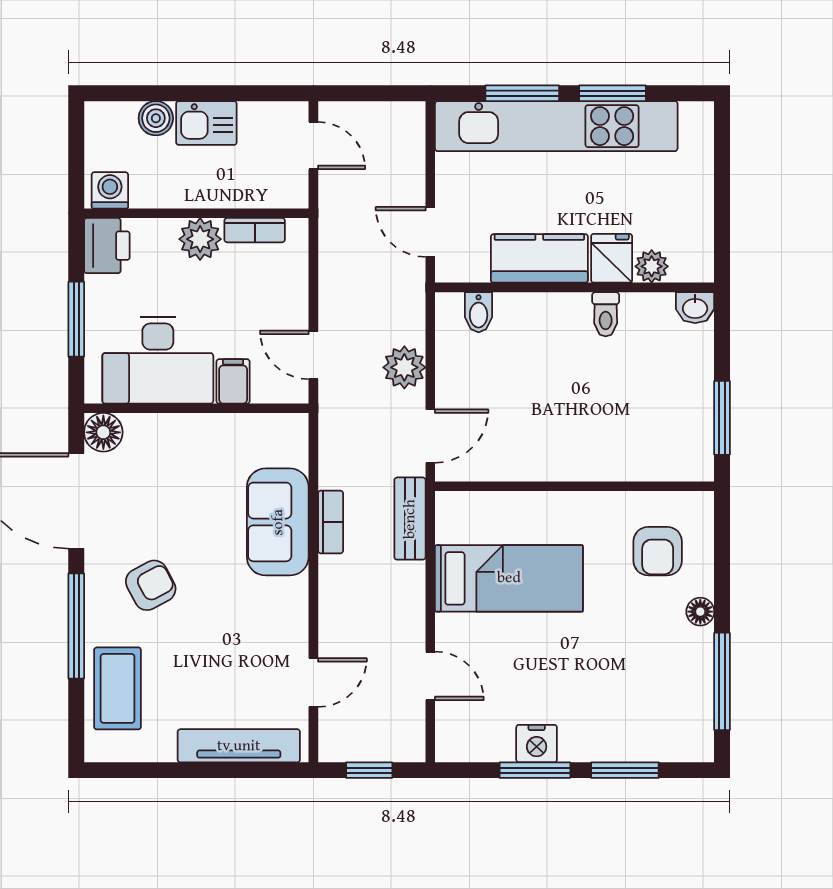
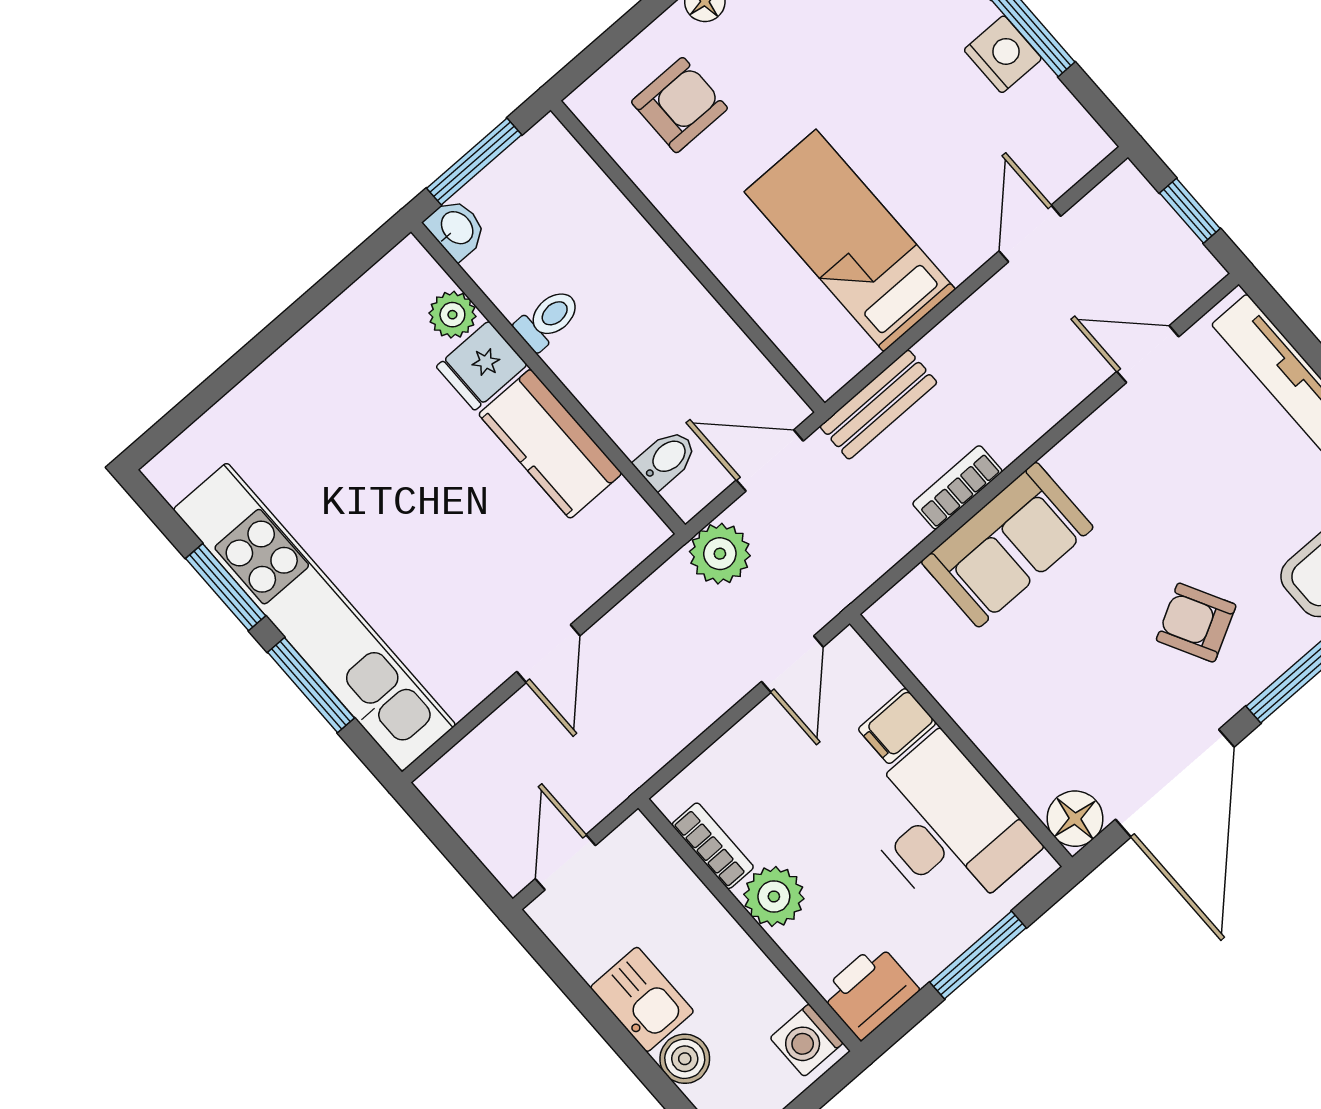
kitchen counter: (539, 258) -> (550, 444), moved
fridge: (612, 258) -> (482, 366), moved
plant: (652, 266) -> (452, 315), moved
wall: (575, 287) -> (548, 378), moved
washbasin: (695, 308) -> (456, 229), moved
bidet: (479, 312) -> (666, 459), moved
toilet: (606, 314) -> (548, 319), moved

